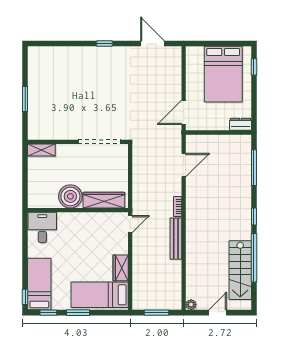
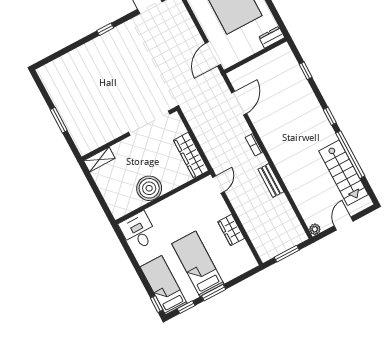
window: (254, 168) -> (306, 71), width x0.46
wardrobe: (104, 200) -> (191, 155), moved, turned -90
bench: (176, 239) -> (271, 180), width x0.73
bed: (100, 295) -> (198, 264), moved, turned 90

